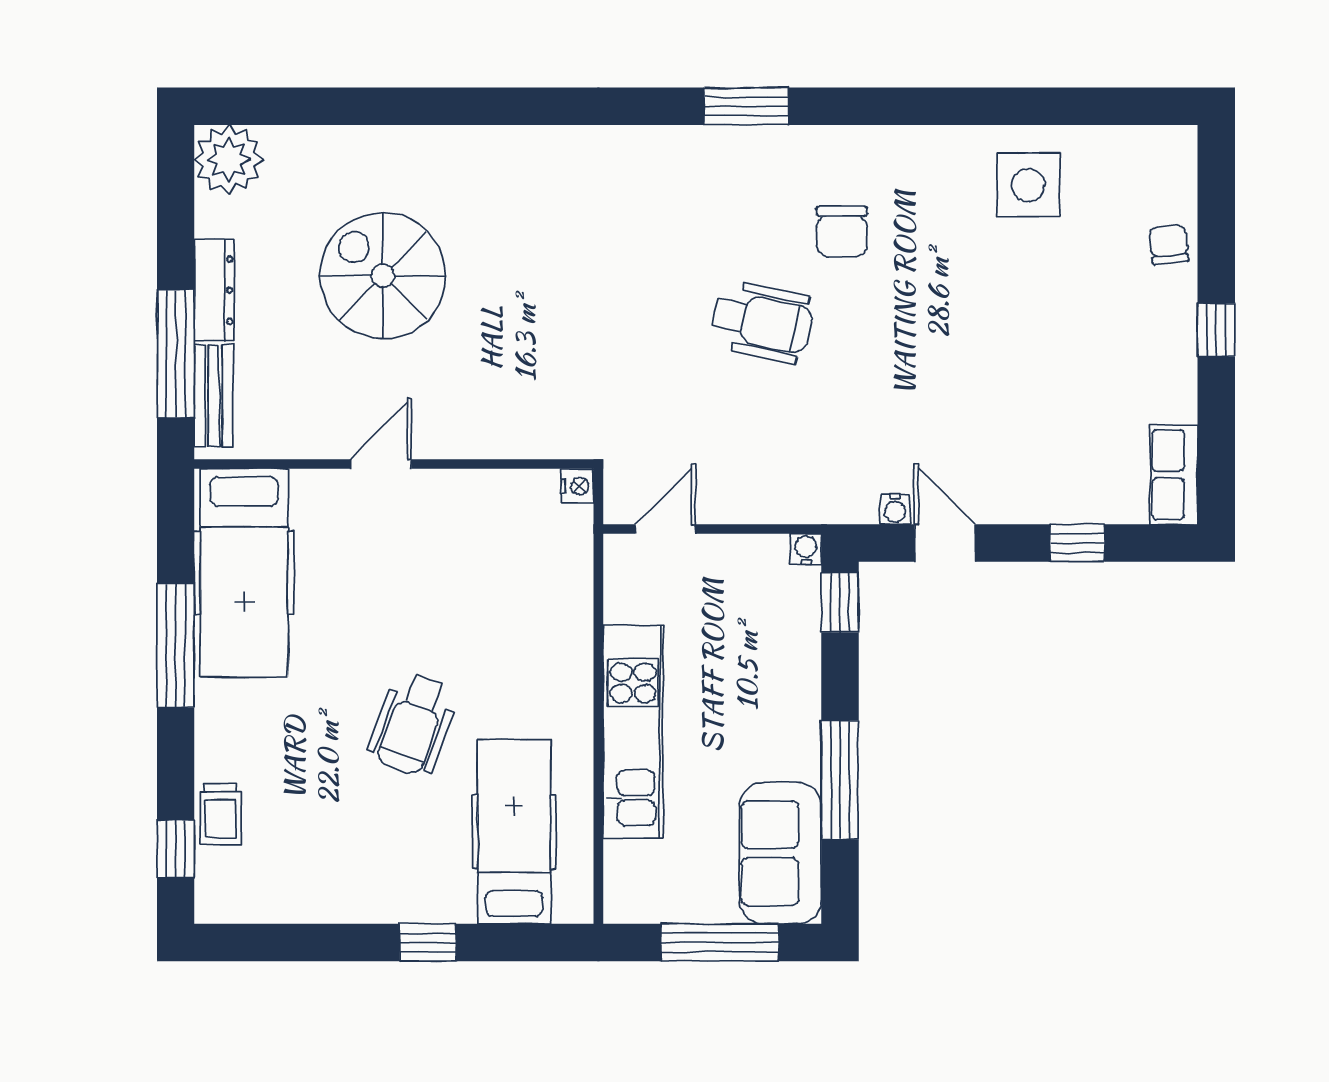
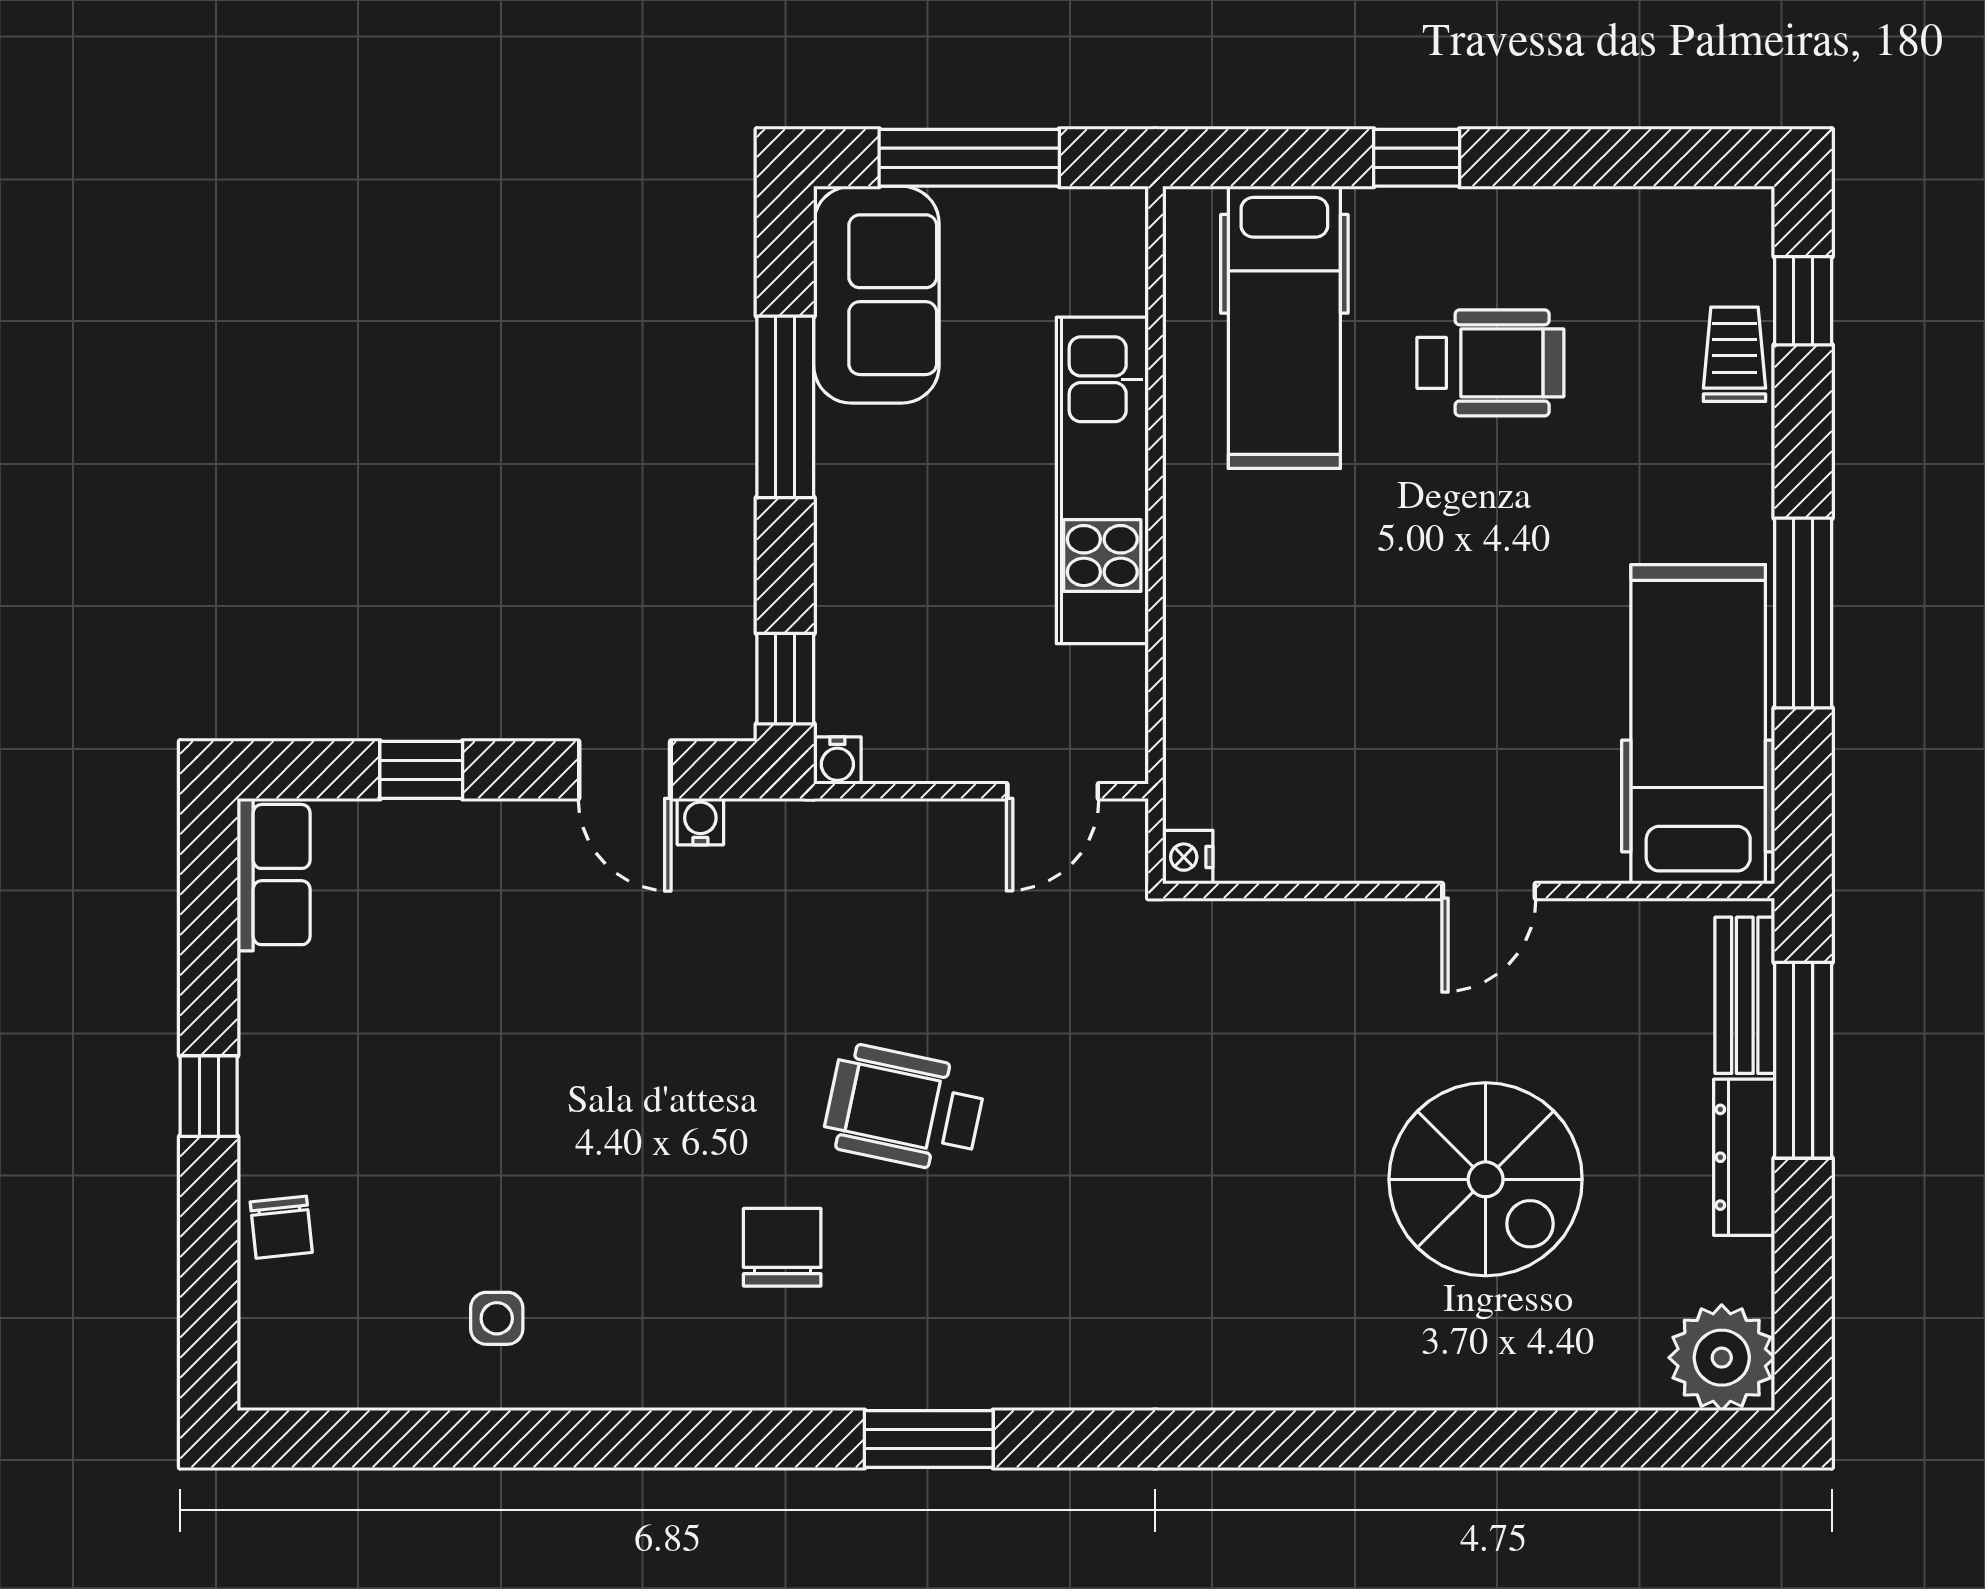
side table: (1028, 185) -> (497, 1318), width x0.54, depth x0.54
wheelchair: (413, 724) -> (1490, 363), moved, turned 70

